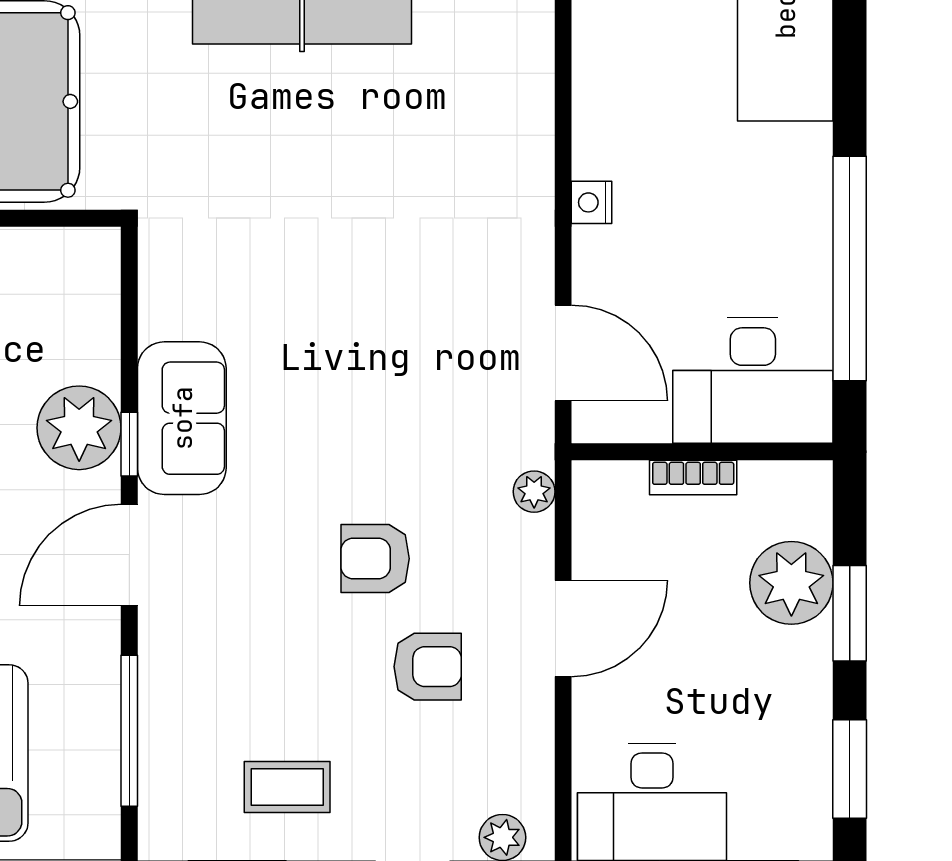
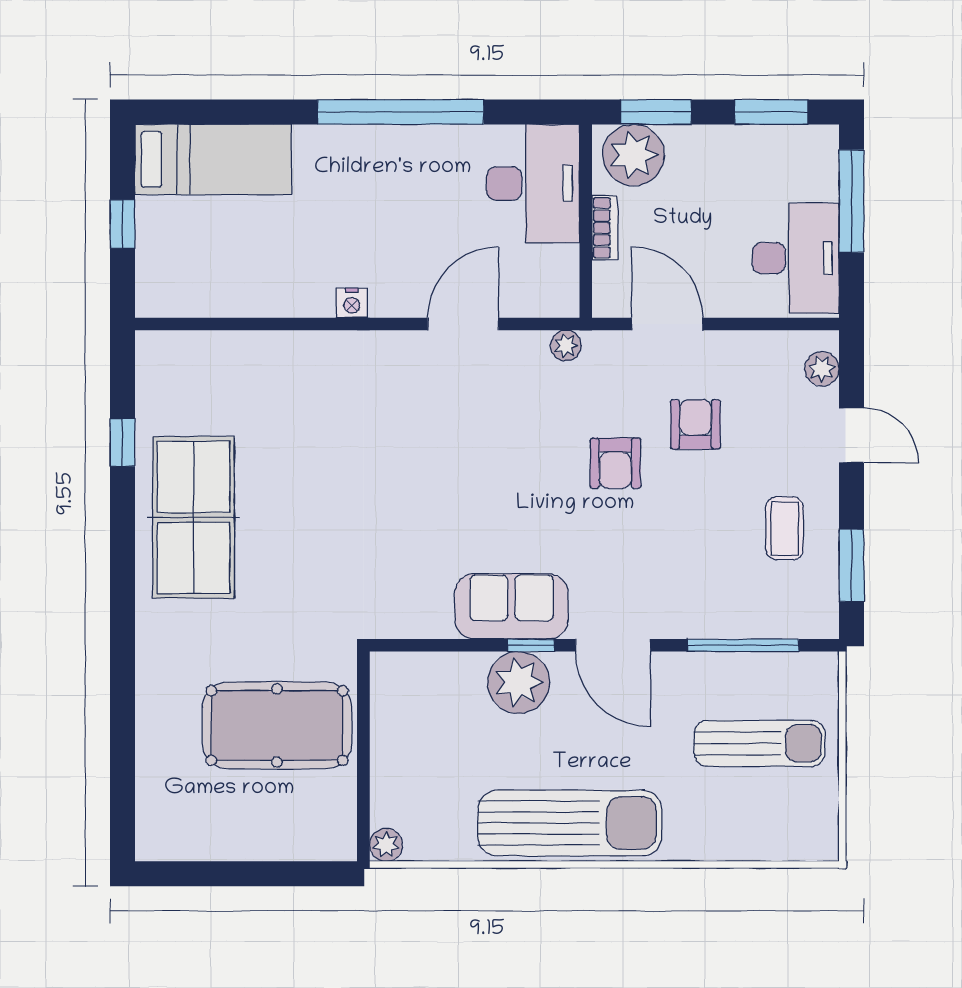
desk: (753, 381) -> (533, 184), moved
wall: (702, 452) -> (586, 221), moved
bookcase: (693, 477) -> (605, 228), moved

